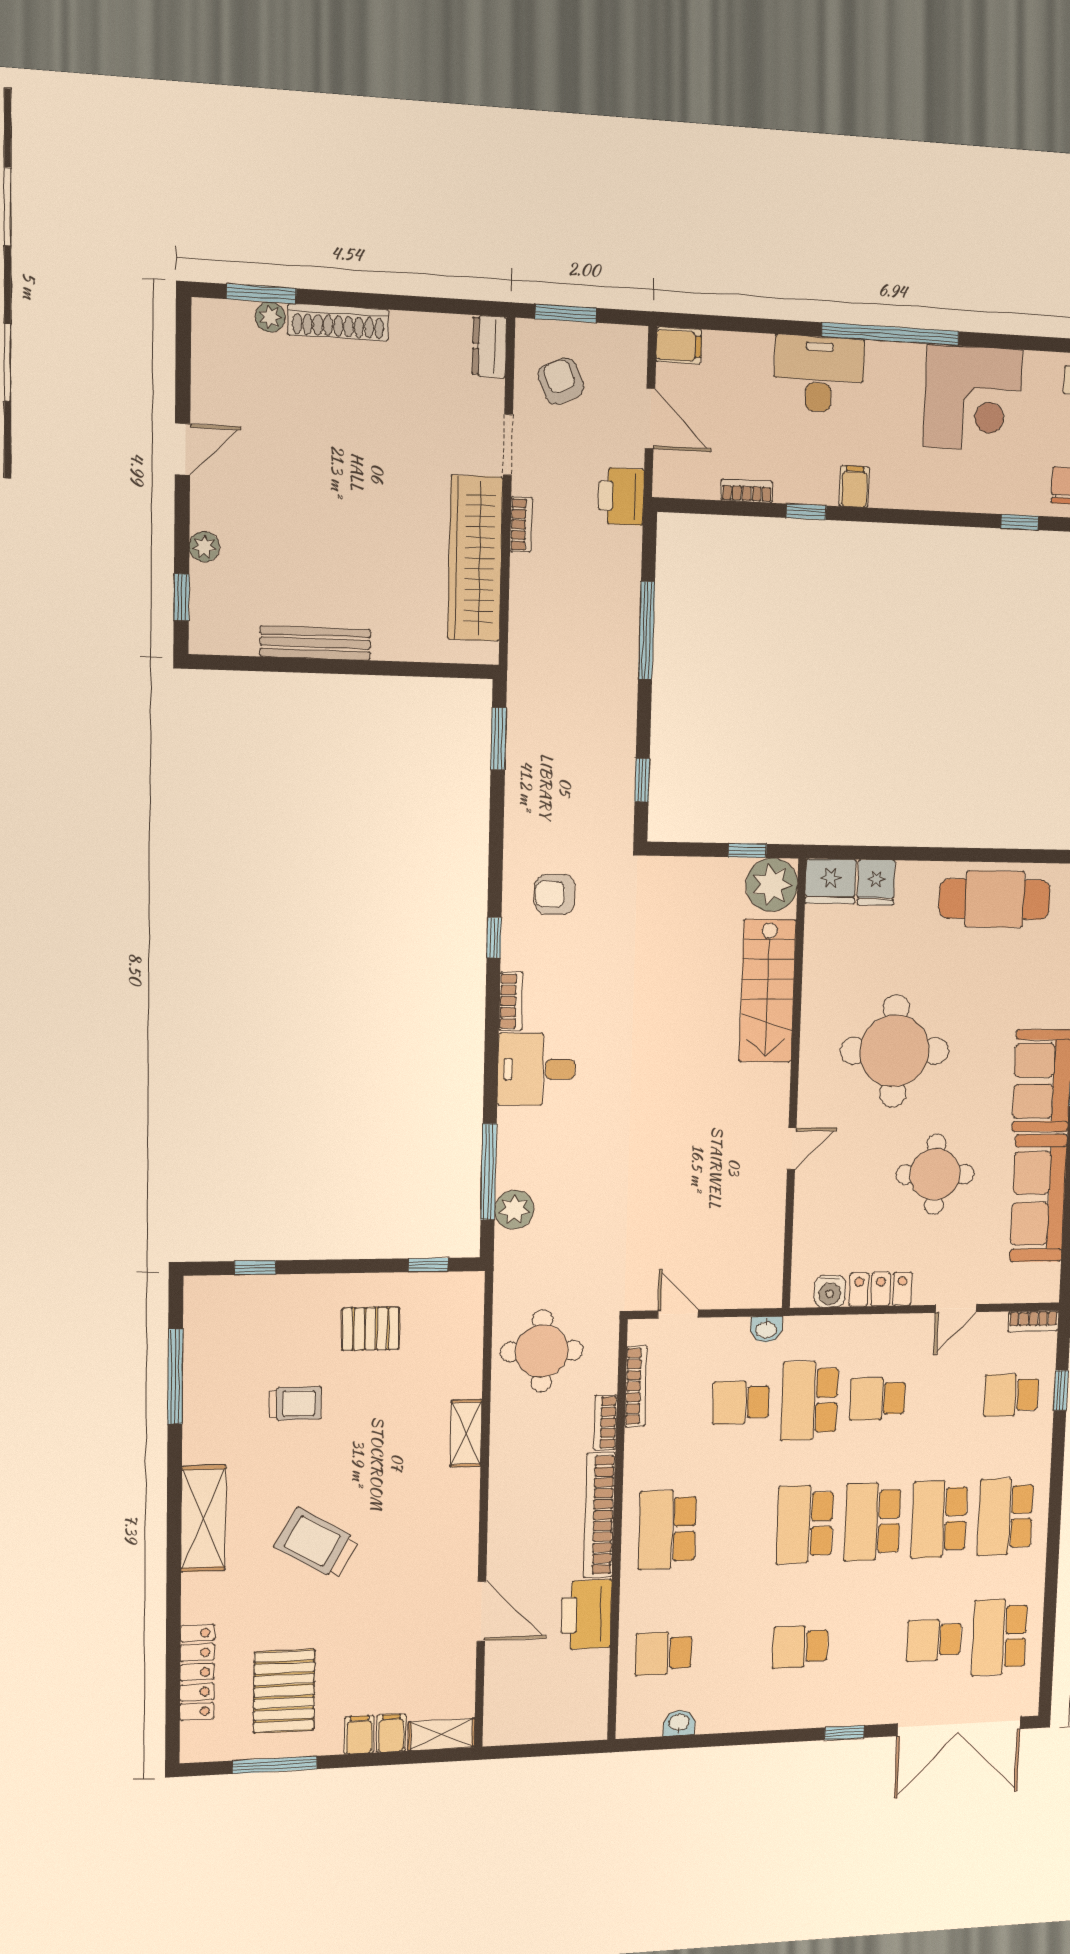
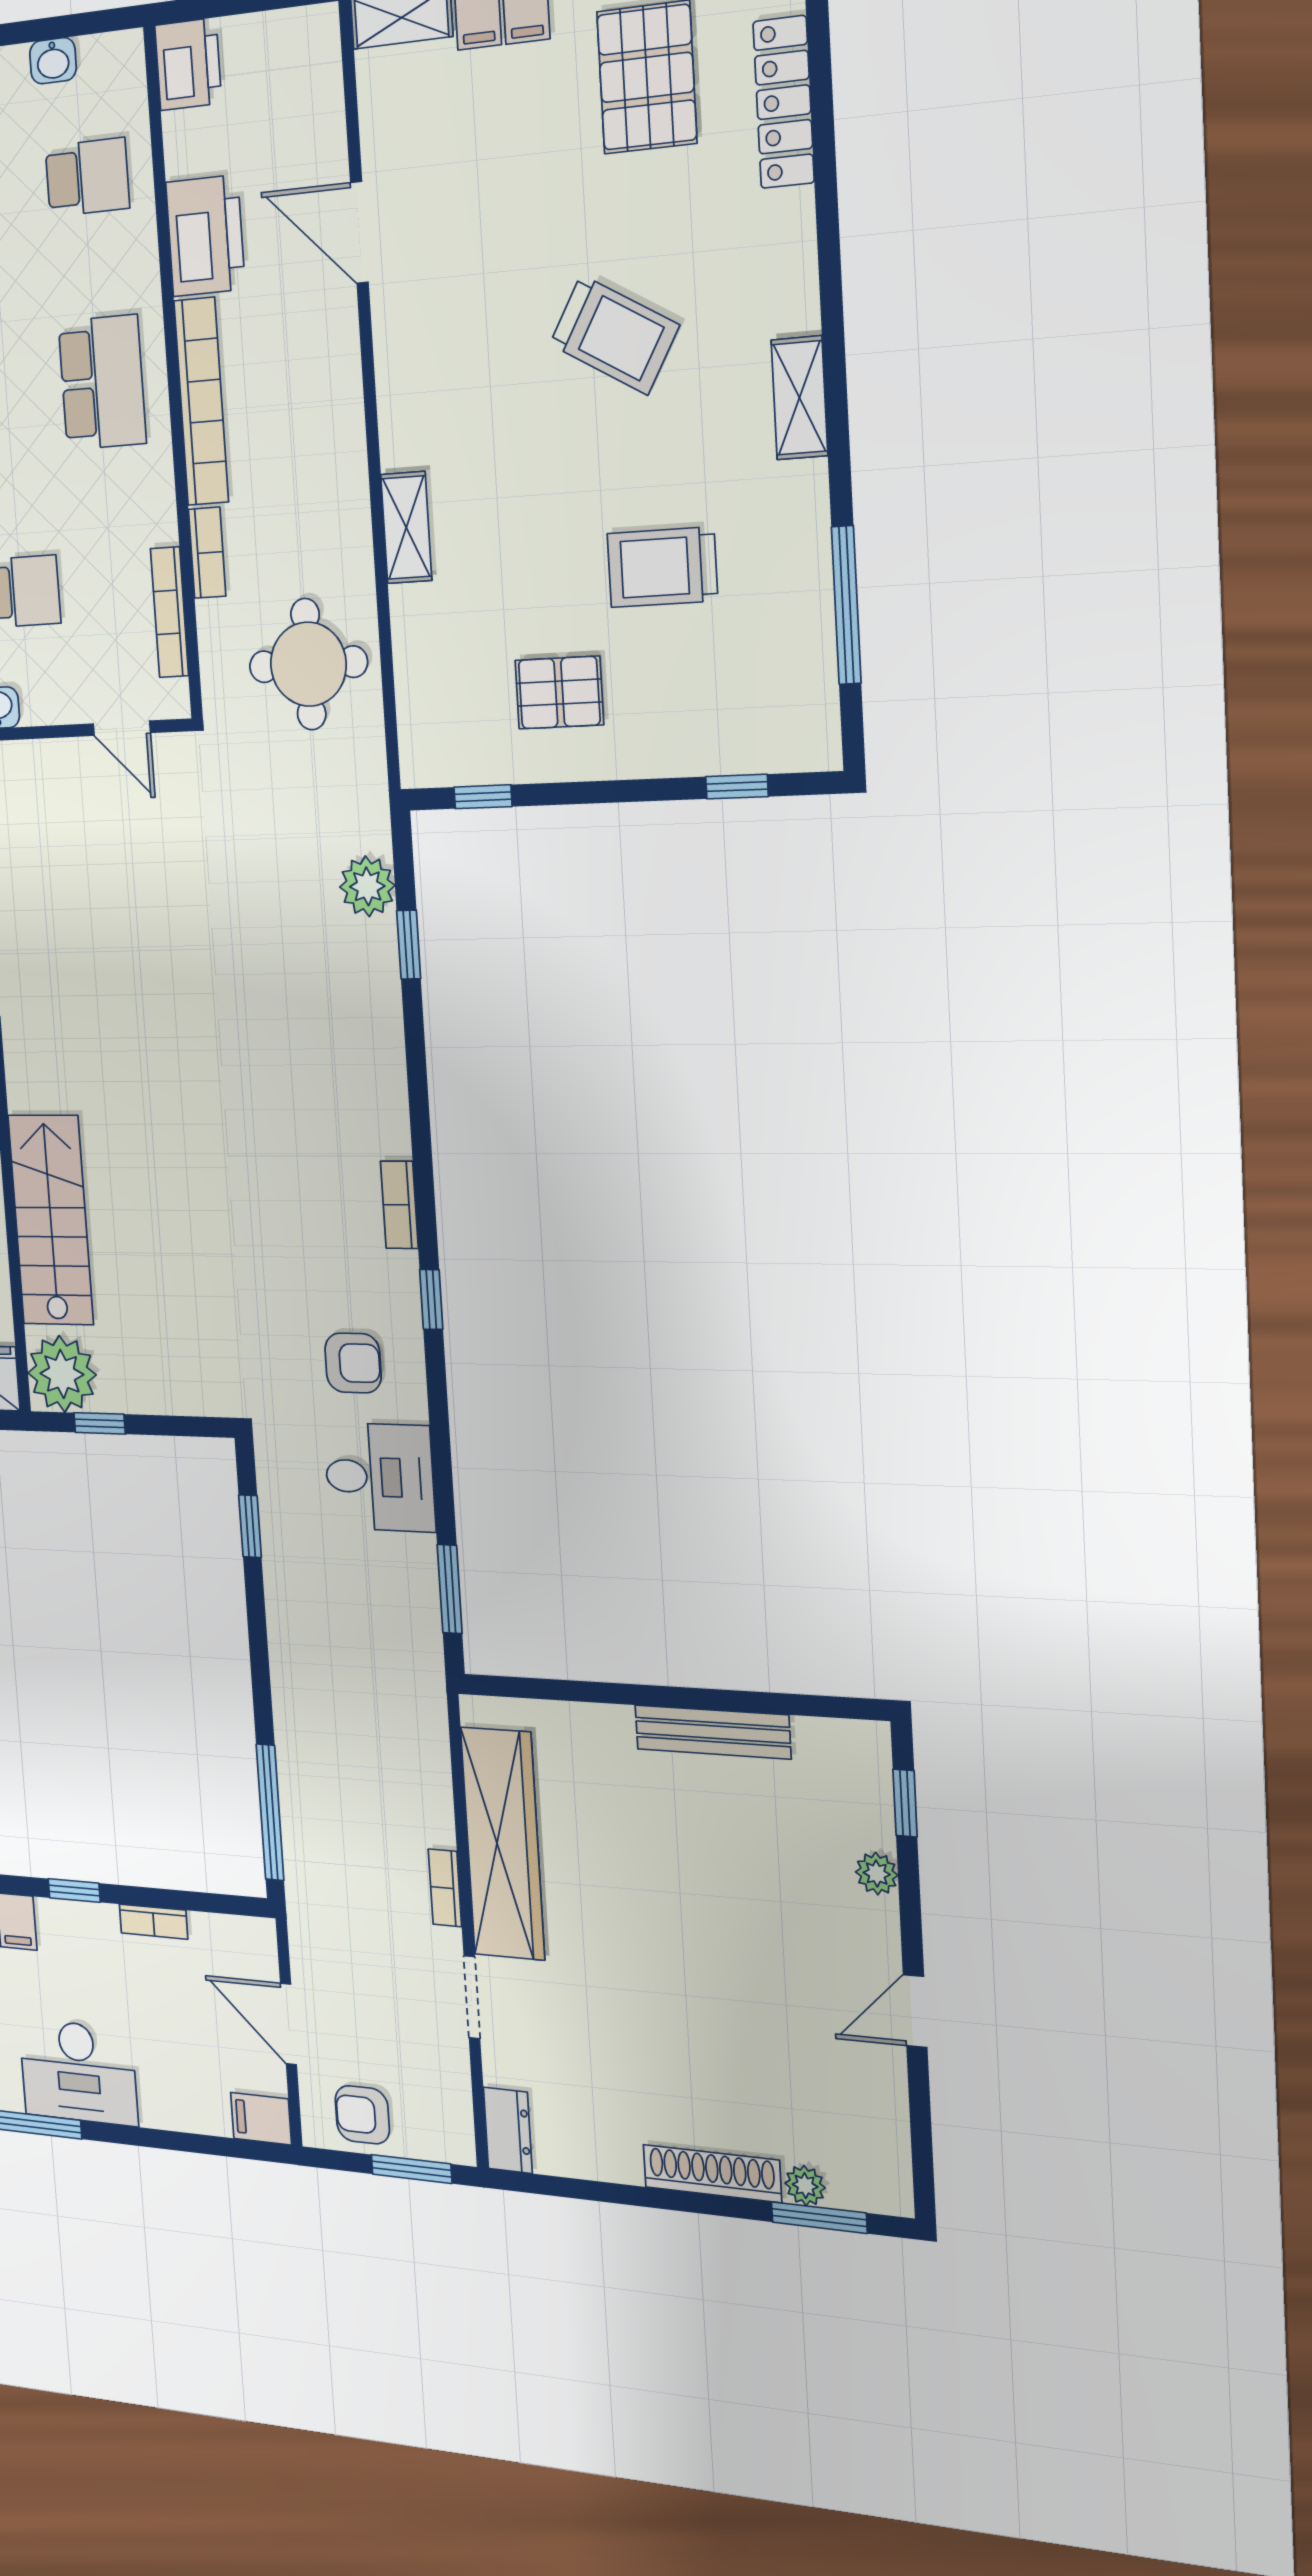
armchair: (561, 381) -> (362, 2115), moved, turned 114
printer: (621, 496) -> (188, 64), moved
window: (647, 631) -> (270, 1812), moved
desk: (536, 1069) -> (380, 1477), moved
window: (489, 1172) -> (409, 945), width x0.46
trolley: (295, 1403) -> (662, 567), width x1.36, depth x1.39
shelving: (203, 1519) -> (800, 398), width x0.67, depth x0.75

